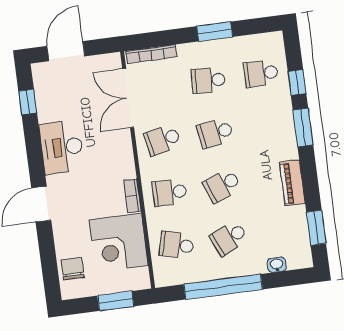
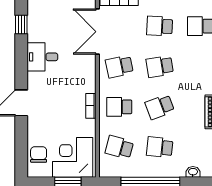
desk: (62, 147) -> (42, 57), width x0.73
school desk: (229, 238) -> (160, 147), turned 30
corner desk: (119, 243) -> (73, 157), moved, turned 90

